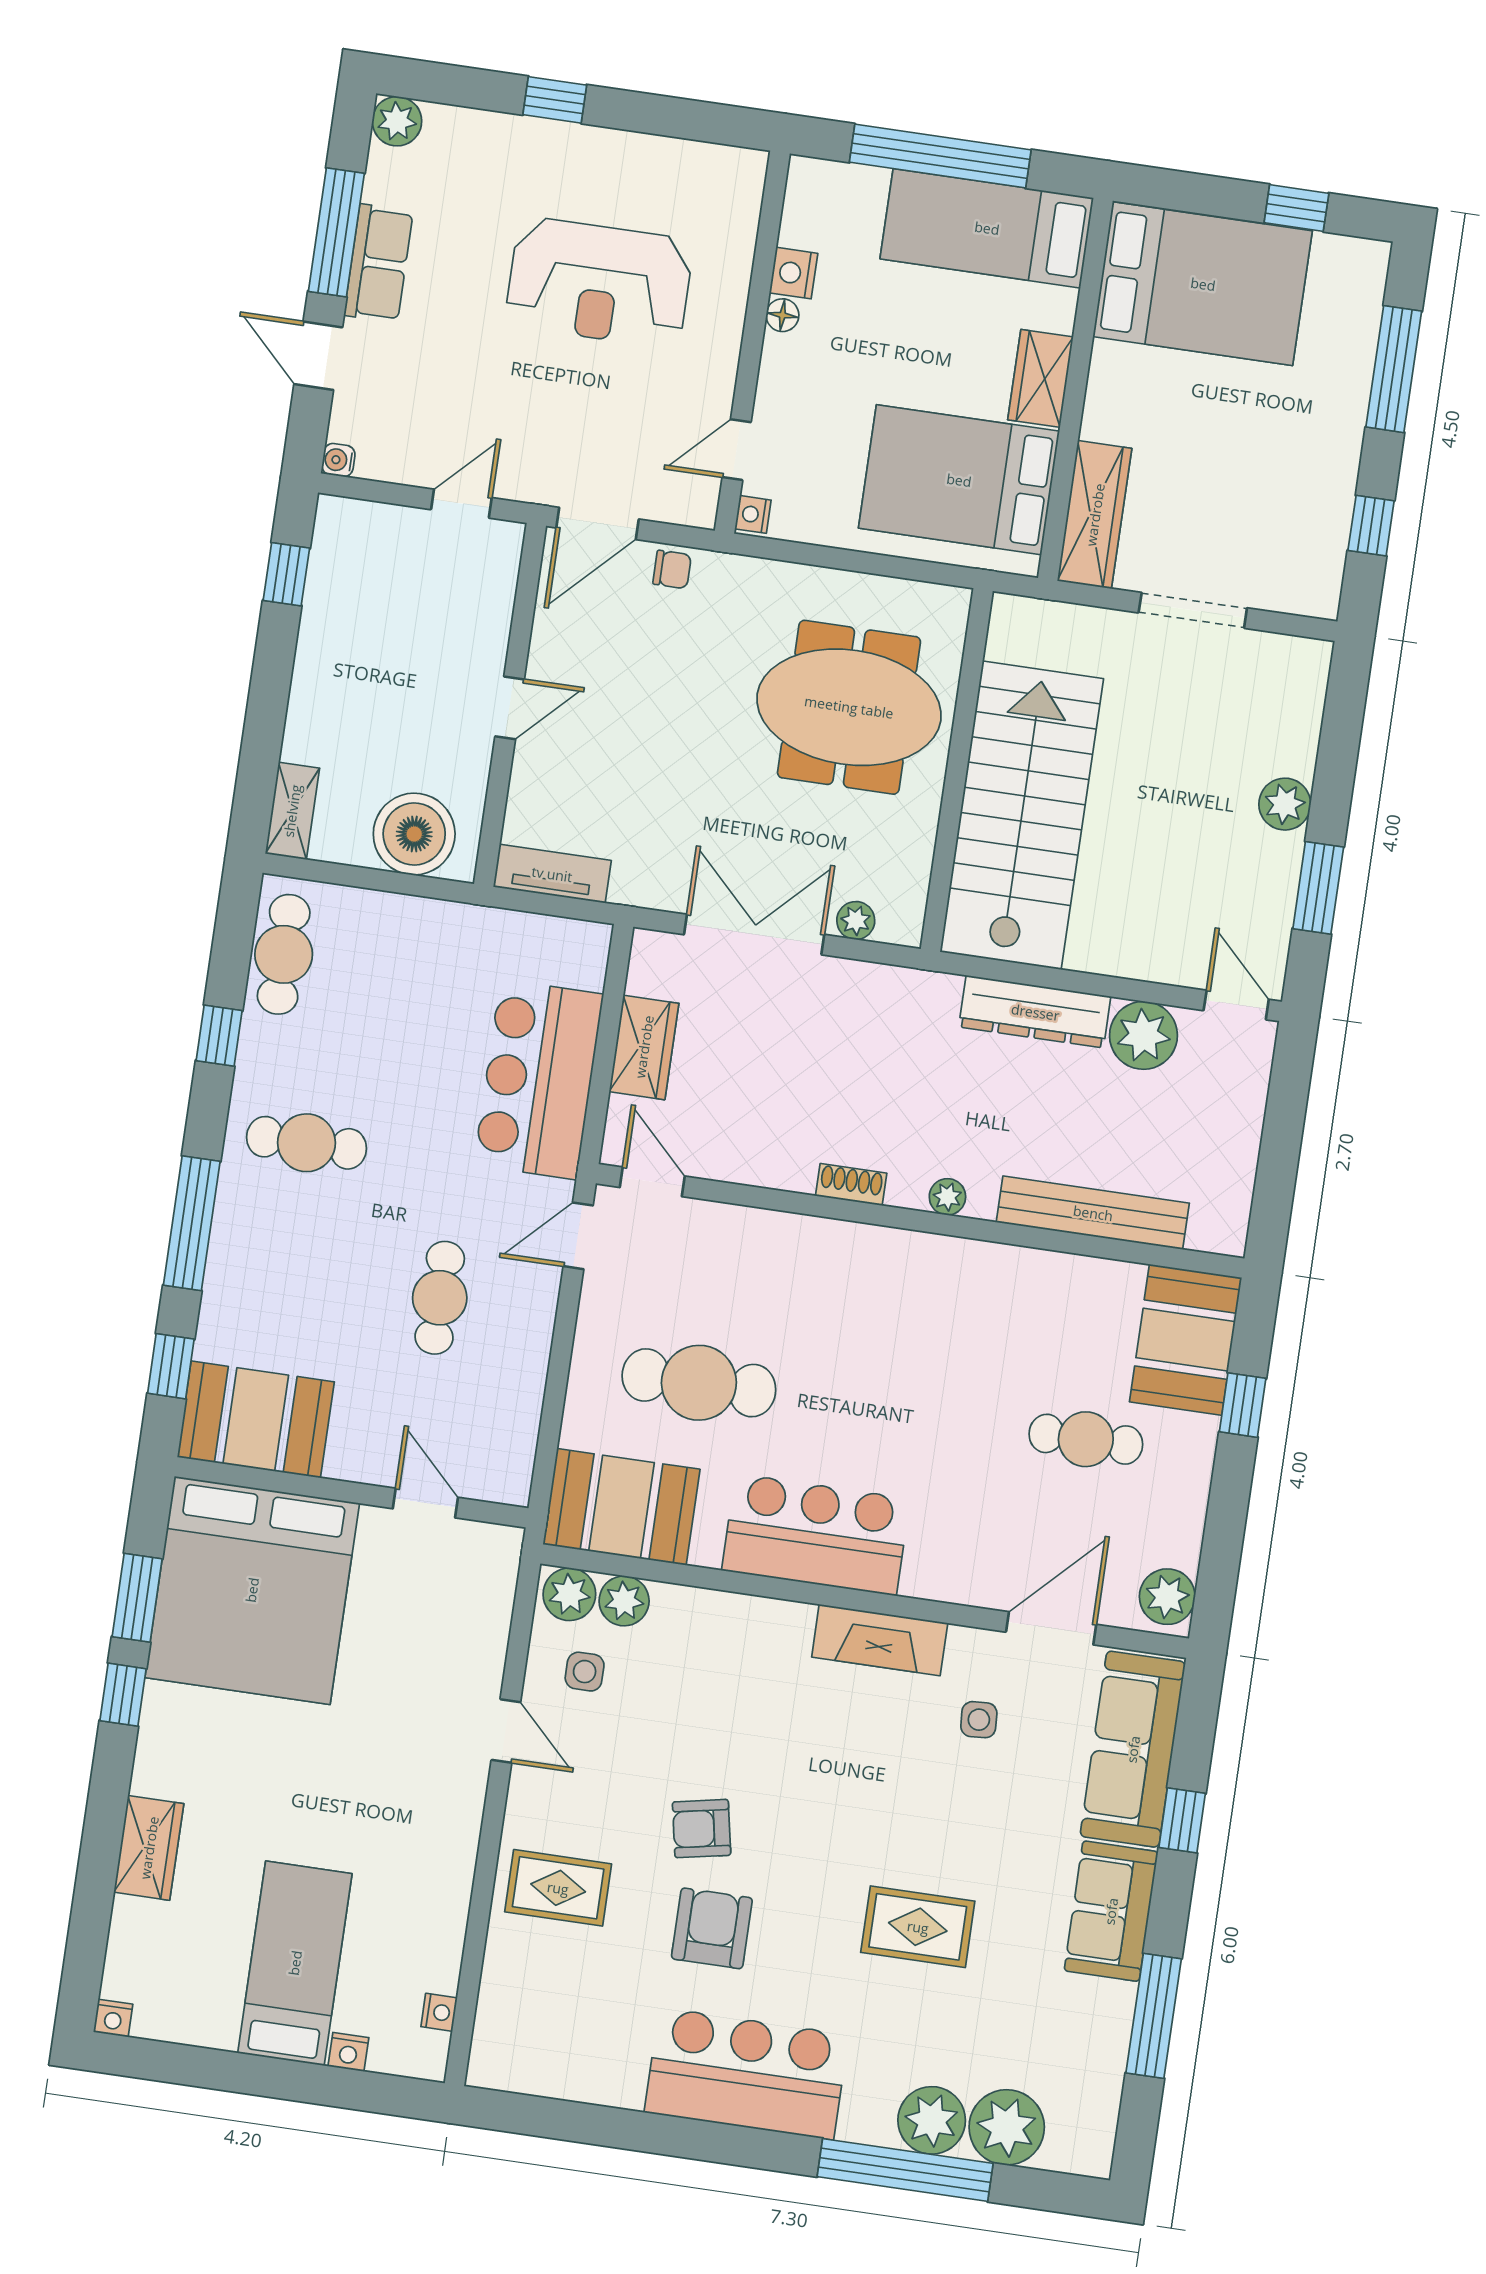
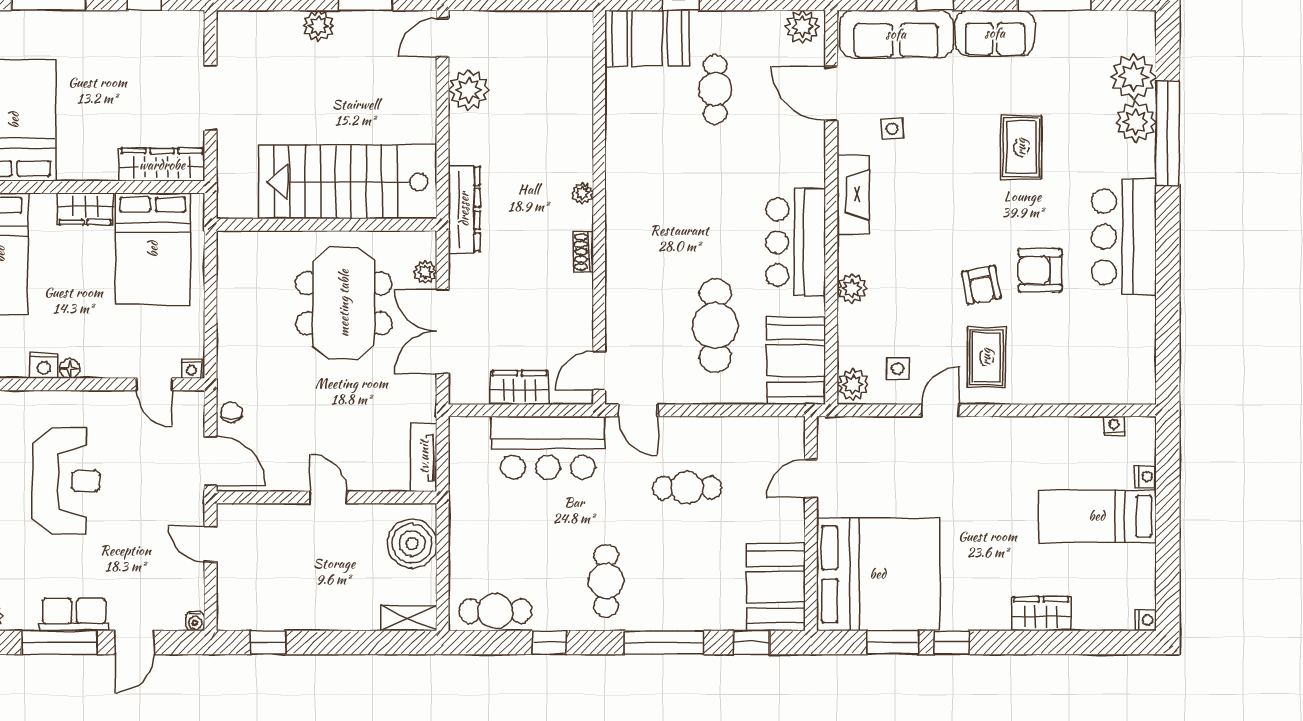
meeting table: (849, 707) -> (344, 303), moved
dresser: (1035, 1012) -> (464, 209), moved
bench: (1093, 1213) -> (579, 105), removed
plant: (624, 1601) -> (852, 288), moved
rug: (558, 1888) -> (986, 357), moved

